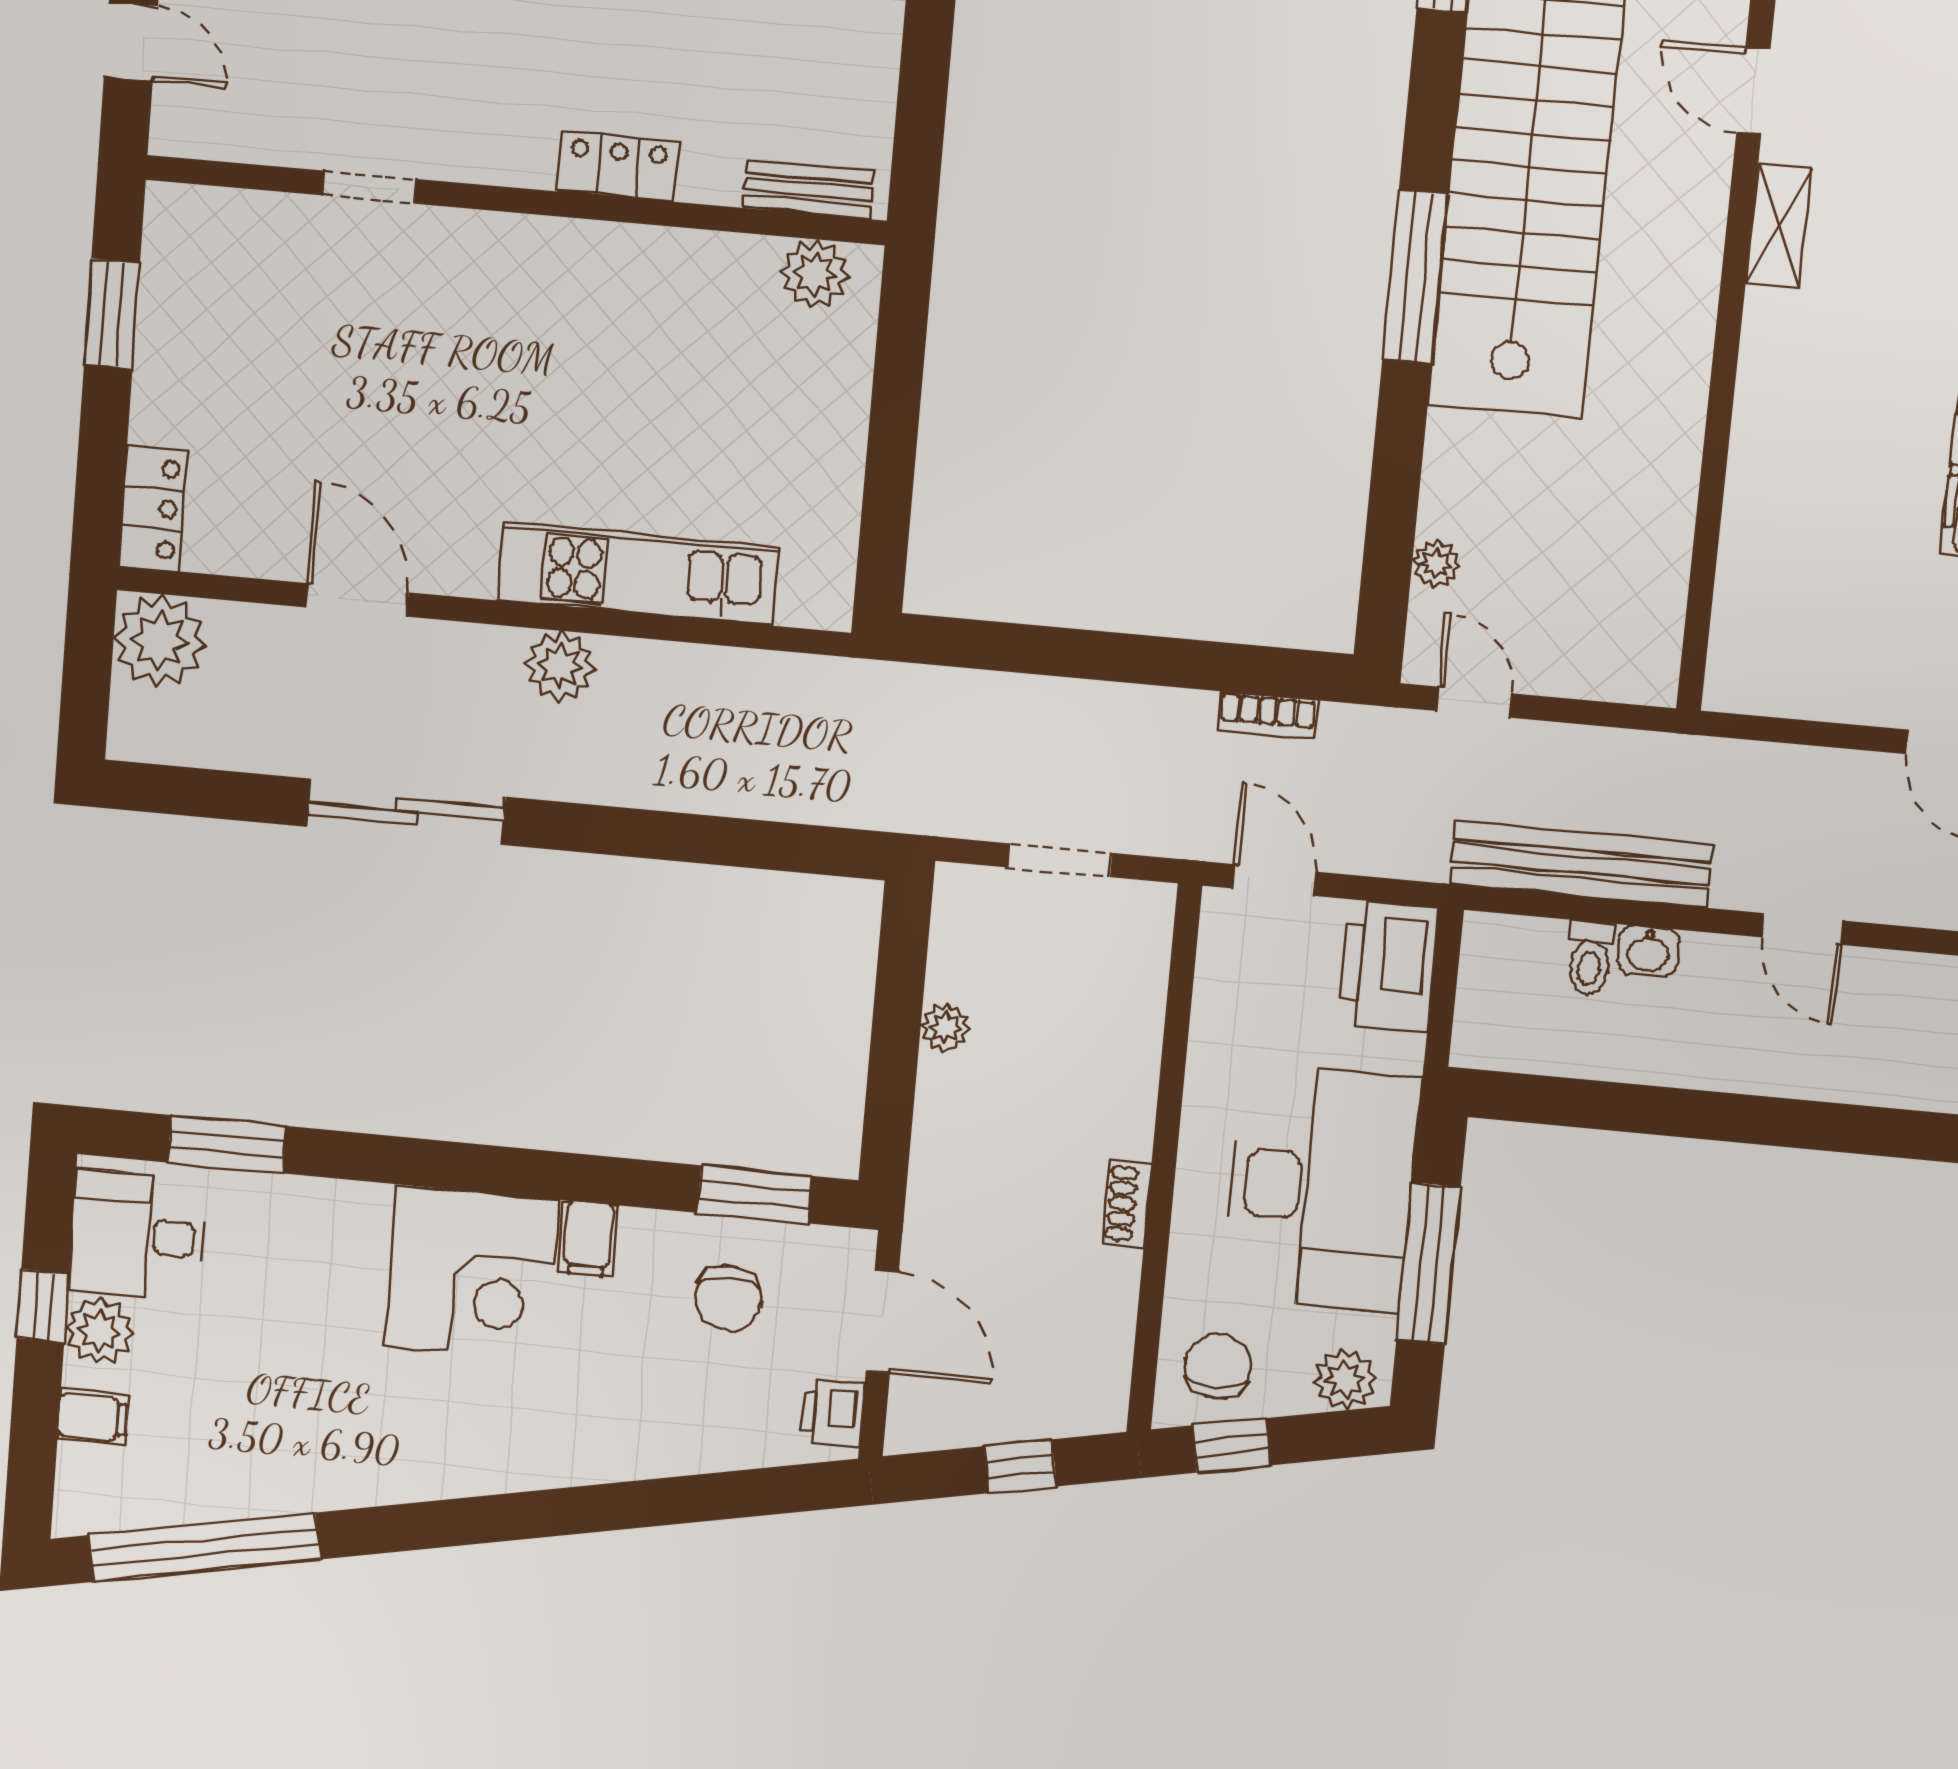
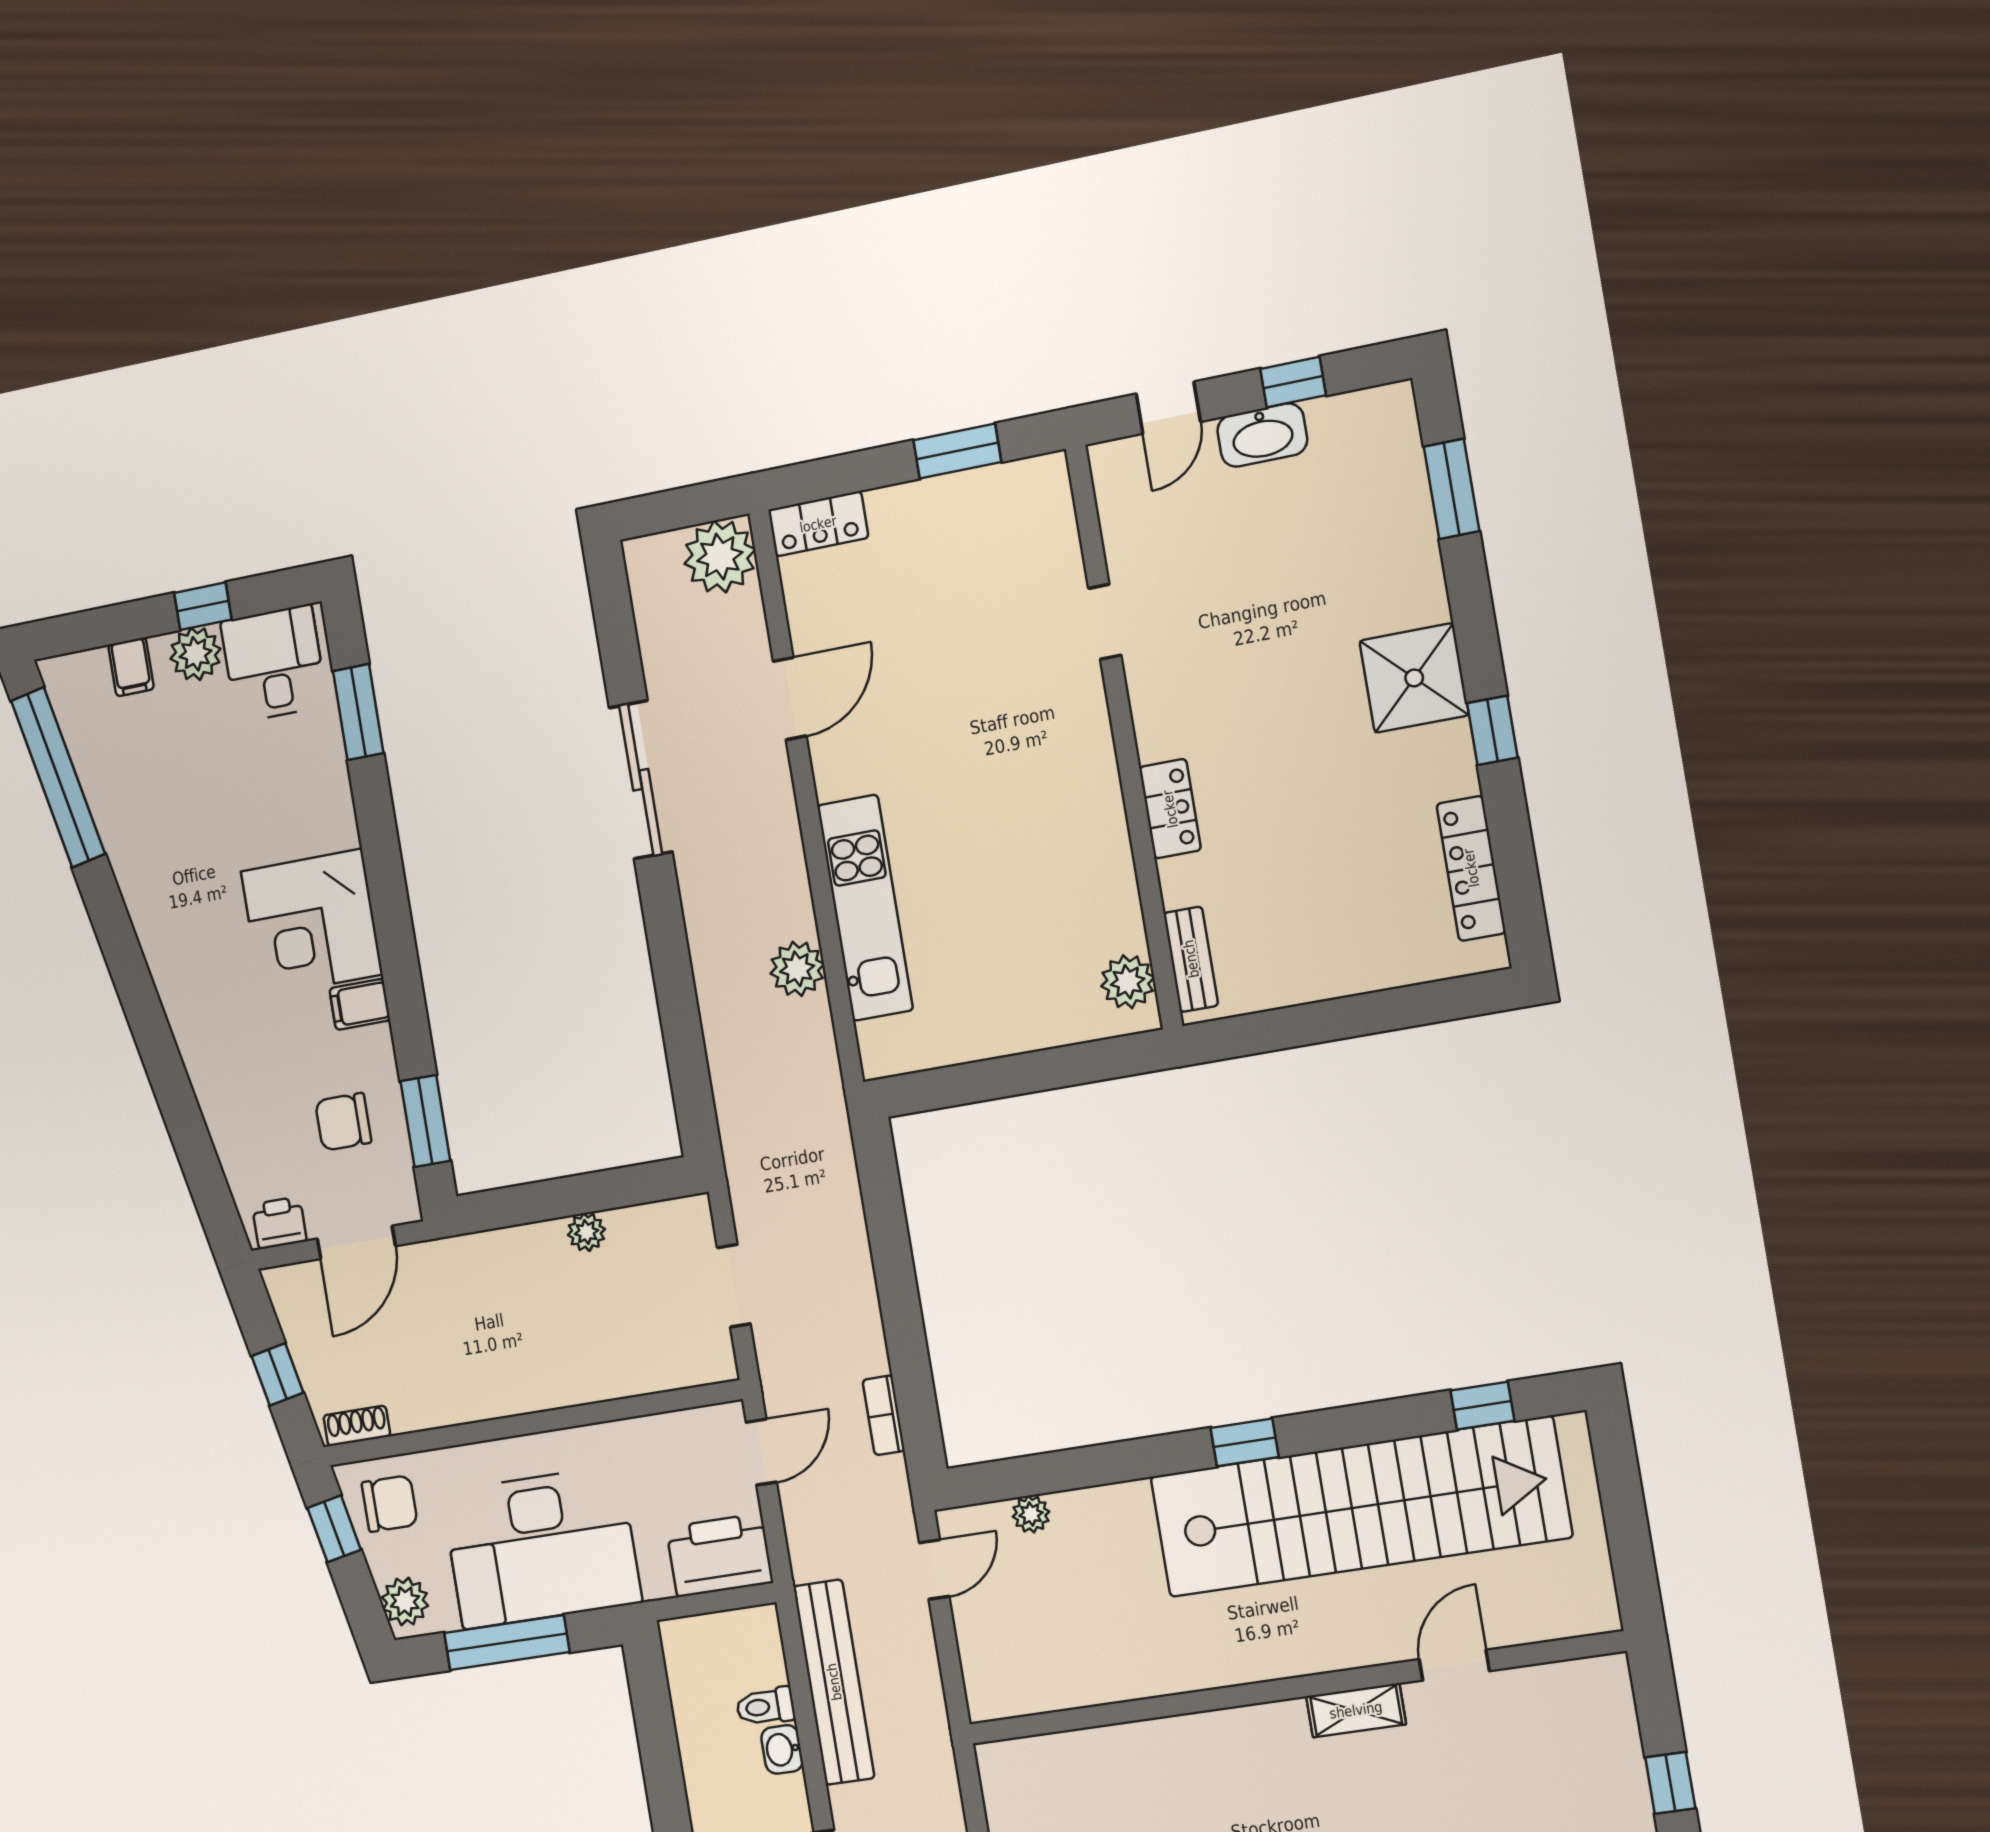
window: (1415, 277) -> (1245, 1442), width x0.46
plant: (560, 666) -> (797, 969), moved
shoe rack: (1127, 1204) -> (357, 1426), moved

